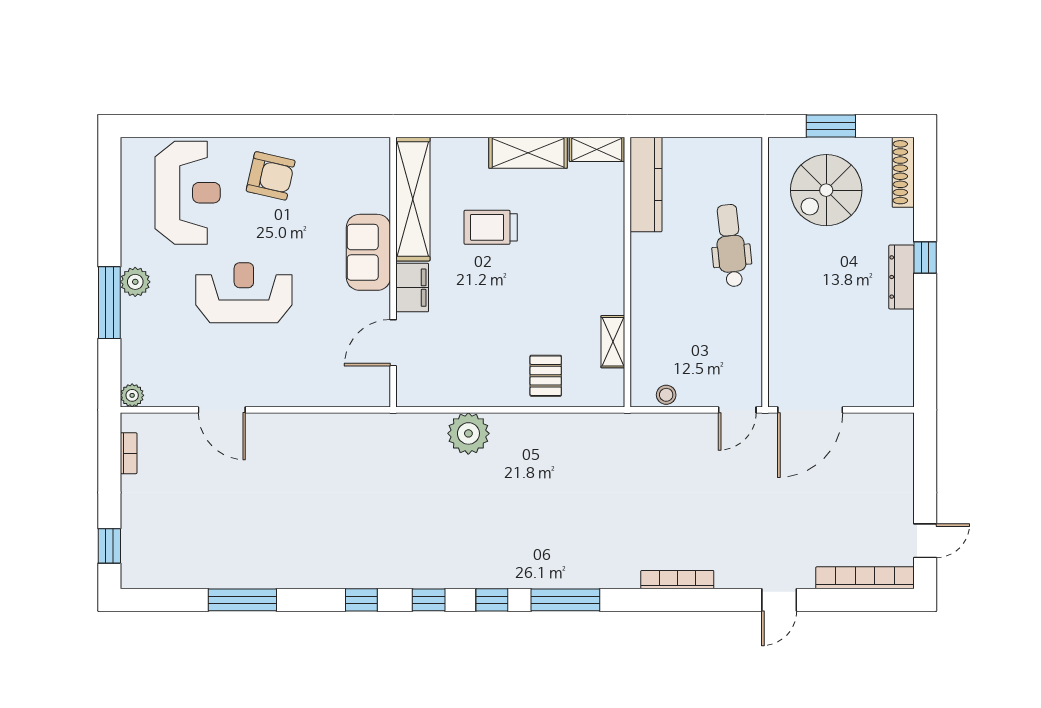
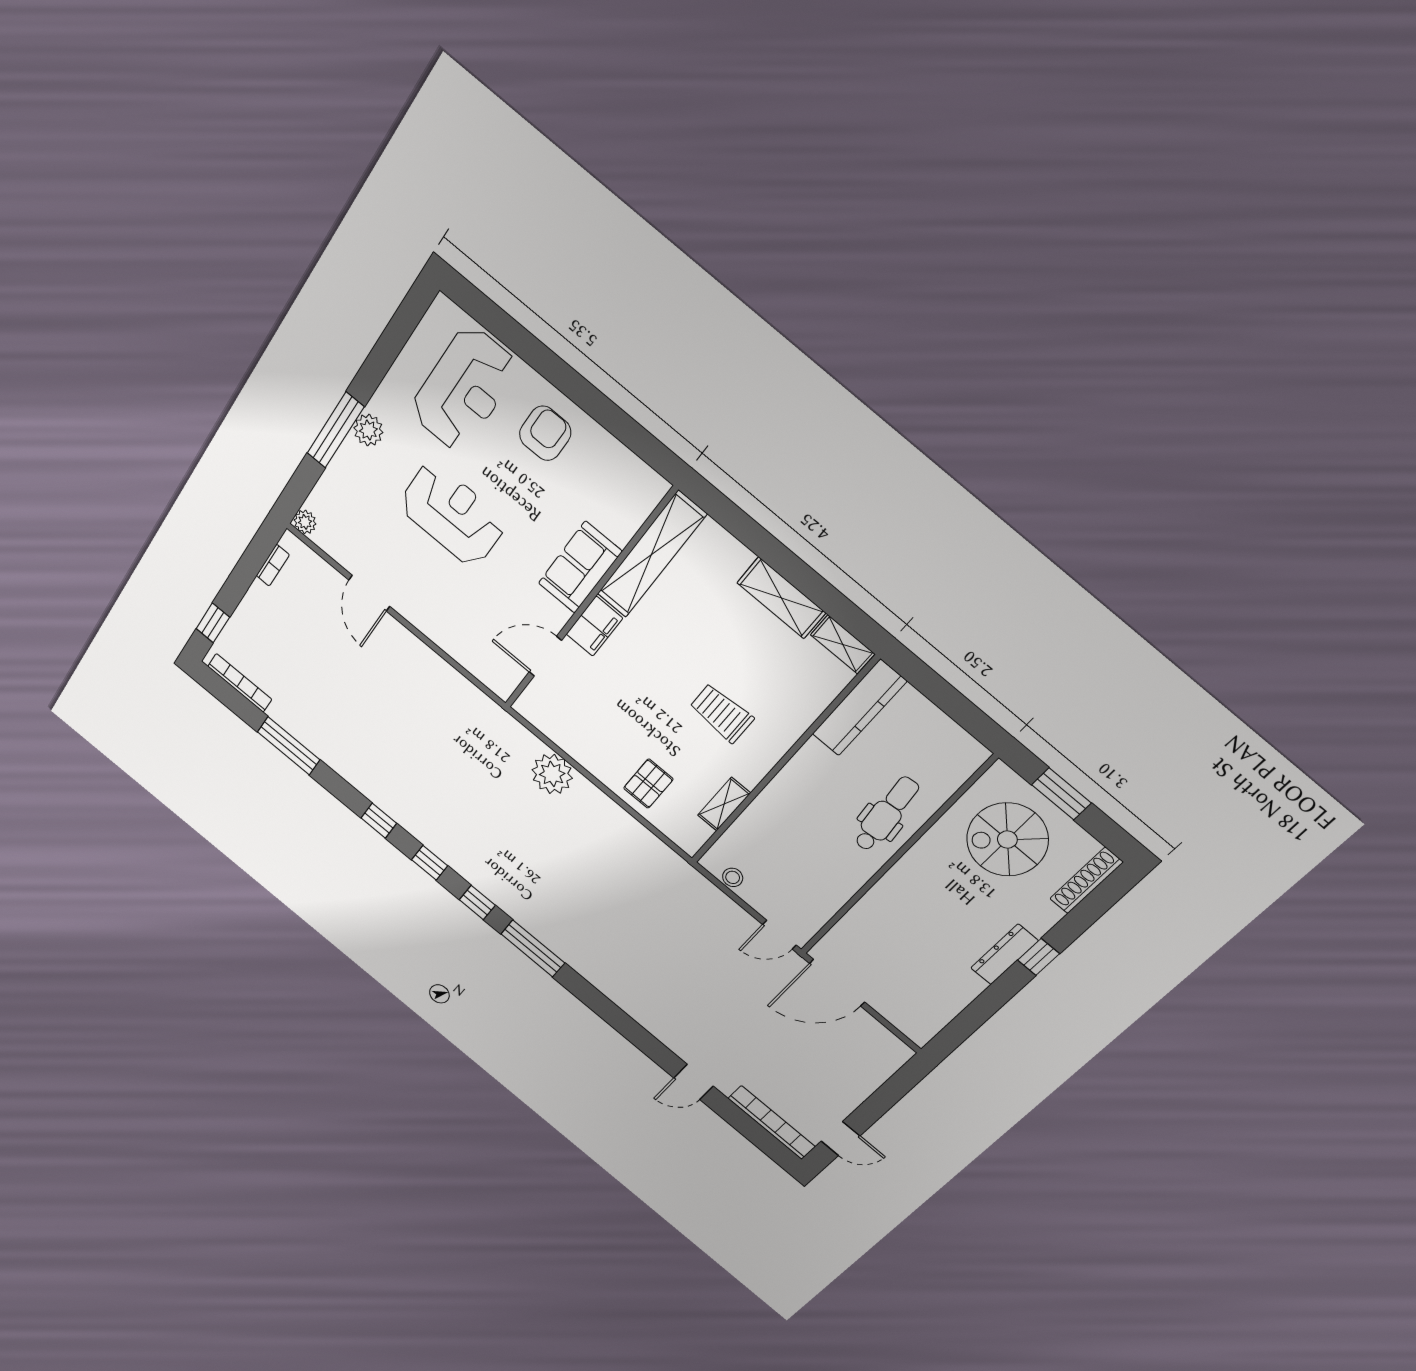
armchair: (271, 176) -> (545, 433), turned -103
trolley: (491, 227) -> (722, 713), moved
bookcase: (677, 580) -> (240, 683), moved

